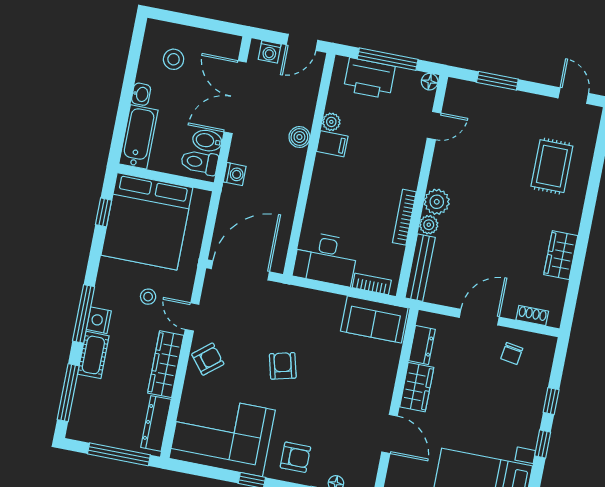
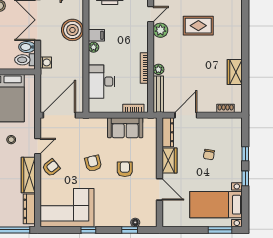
plant: (331, 122) -> (94, 47), moved
boiler: (299, 137) -> (72, 30), width x1.86, depth x1.86
rug: (552, 166) -> (198, 26), moved, turned 90
plant: (437, 202) -> (160, 30), moved
desk: (326, 259) -> (102, 82), moved, turned 90
door: (192, 317) -> (38, 146), swing flipped
door: (479, 317) -> (186, 115), moved
sofa: (374, 319) -> (125, 128), moved
dresser: (422, 345) -> (168, 132), width x1.44
chair: (512, 353) -> (209, 155), moved
armchair: (295, 457) -> (125, 169), moved, turned -90

